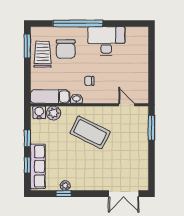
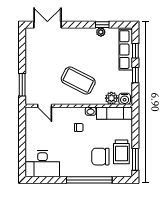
desk: (106, 41) -> (42, 164), moved
chair: (66, 49) -> (100, 157), turned -90

